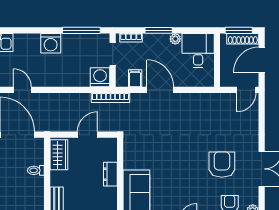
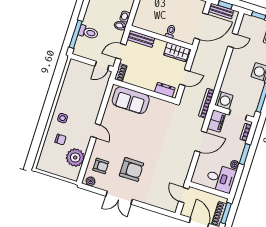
filing cabinet: (135, 78) -> (216, 121), width x2.00
door: (246, 90) -> (184, 195), moved
door: (87, 135) -> (185, 78), hinge flipped
dresser: (110, 174) -> (165, 90), moved

